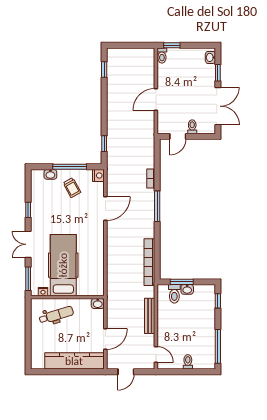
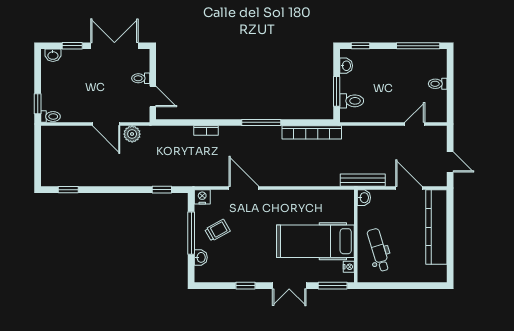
plant: (148, 120) -> (132, 134), added
window: (157, 206) -> (261, 122), moved
washbasin: (187, 289) -> (346, 66), moved
bench: (150, 316) -> (363, 180), moved
door: (156, 354) -> (415, 124), moved

